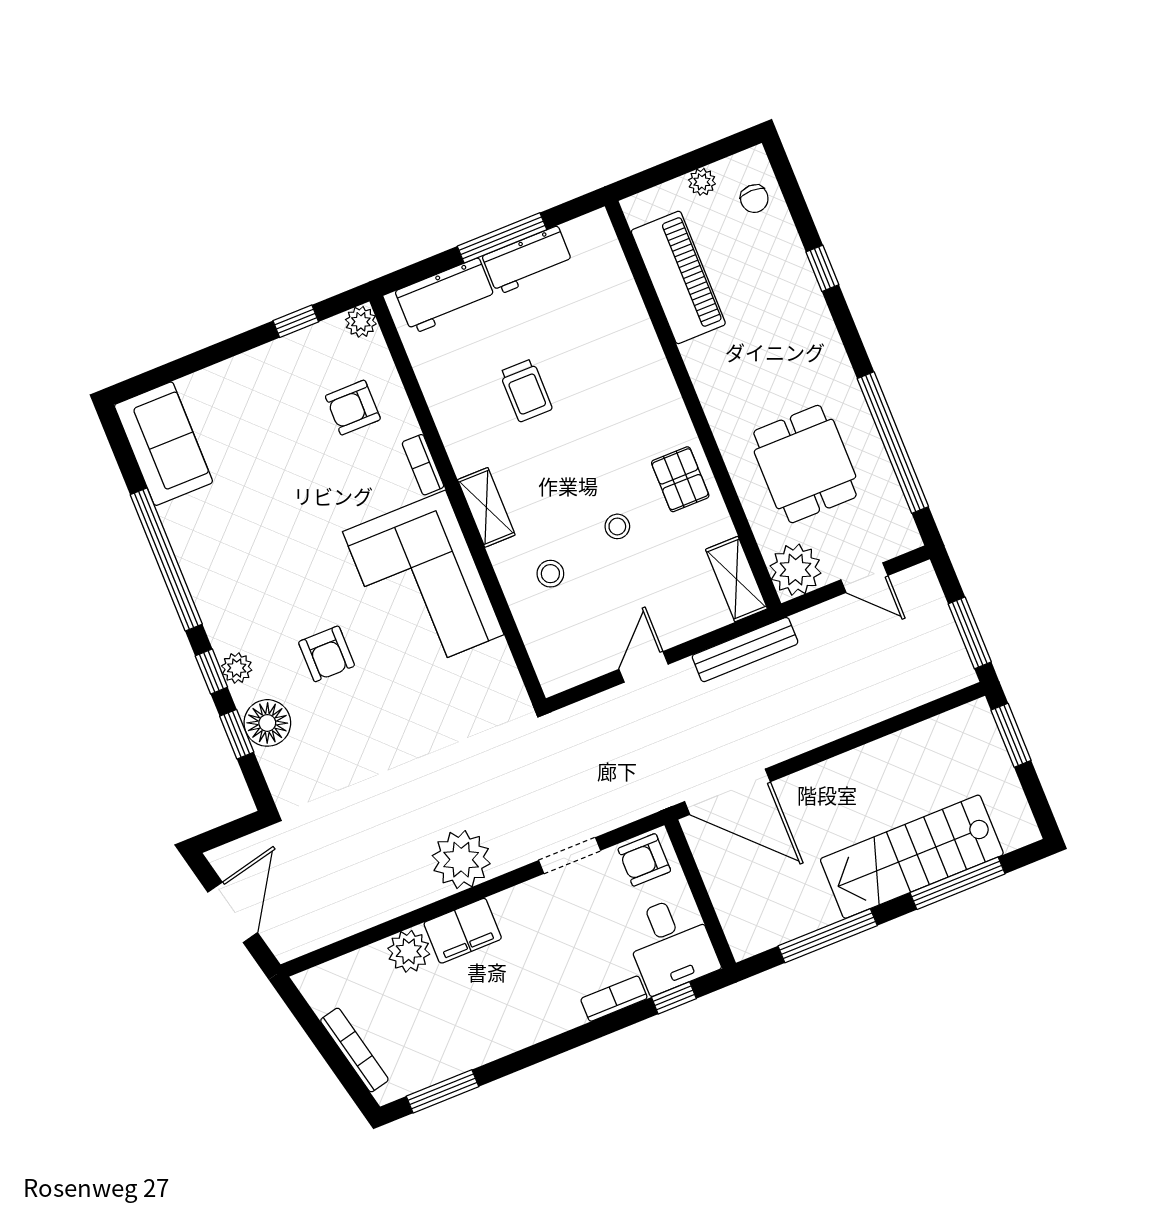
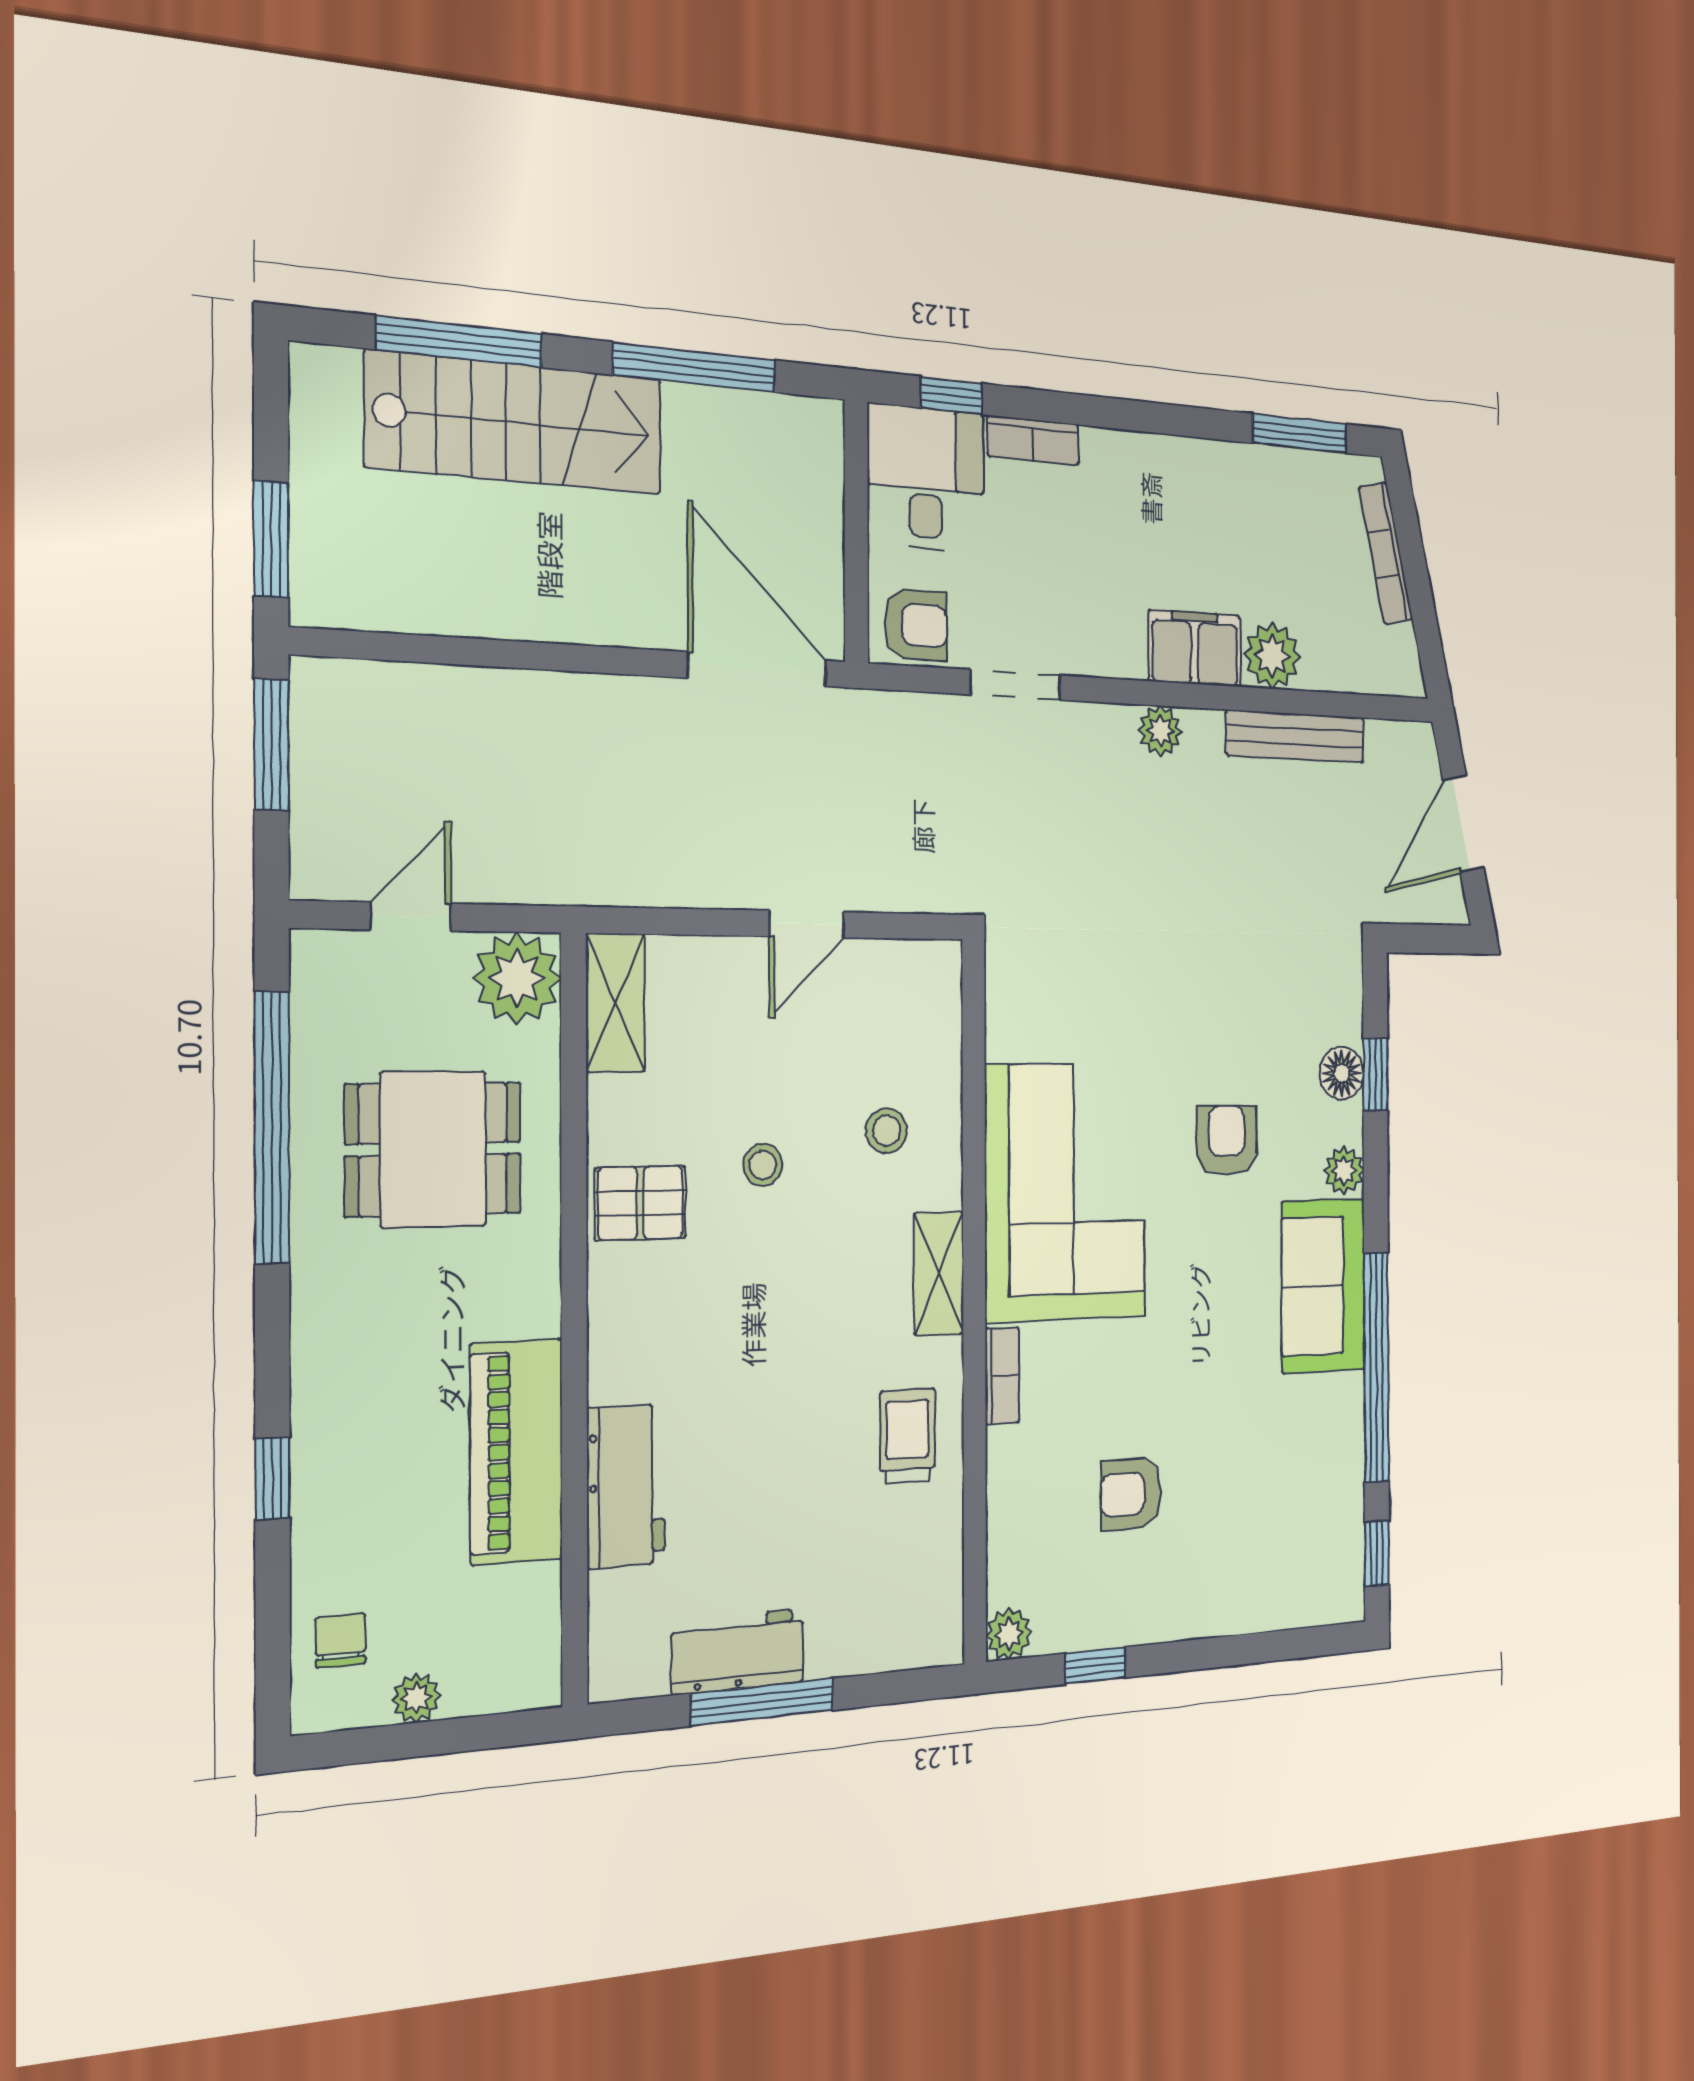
piano: (678, 277) -> (516, 1452), moved
workbench: (446, 296) -> (626, 1486), moved, turned 90
trolley: (526, 390) -> (908, 1436), moved
armchair: (353, 408) -> (1131, 1494), moved, turned 180
sofa: (163, 444) -> (1323, 1286), moved
dining table: (805, 464) -> (433, 1149), turned 90
pallet: (680, 479) -> (640, 1203), turned 90
door: (864, 578) -> (411, 917), hinge flipped
bench: (745, 650) -> (1296, 736), moved
window: (211, 671) -> (1377, 1553), moved
floor lamp: (267, 723) -> (1342, 1073), width x0.73, depth x0.73
plant: (461, 860) -> (1160, 731), width x0.53, depth x0.53

